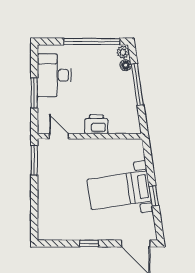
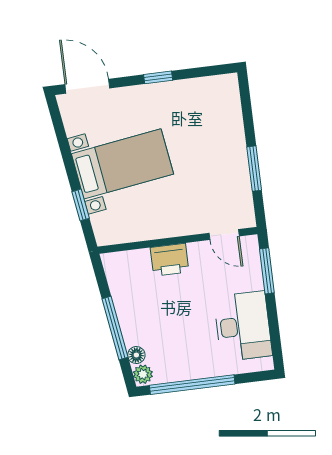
window: (34, 93) -> (267, 271), moved
window: (34, 160) -> (254, 169), moved
window: (154, 196) -> (81, 205), moved

